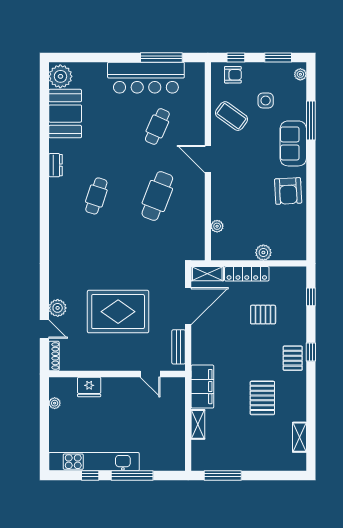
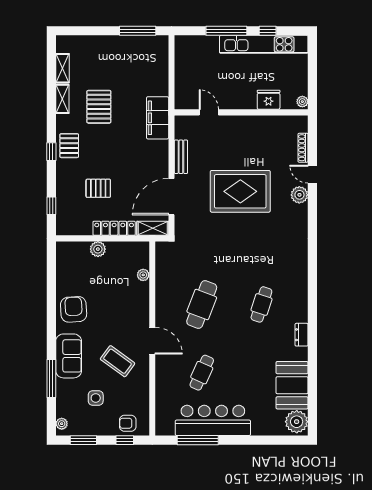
coffee table: (232, 116) -> (118, 361), moved
wall: (117, 374) -> (241, 112), moved
door: (150, 374) -> (209, 112), moved
fridge: (89, 387) -> (269, 100), moved
shelving: (198, 424) -> (62, 99), moved

